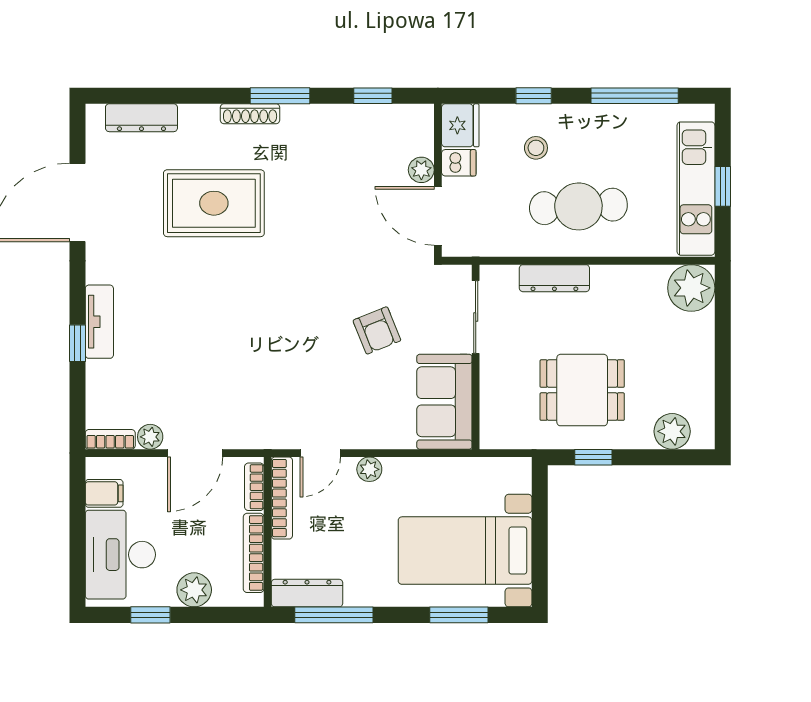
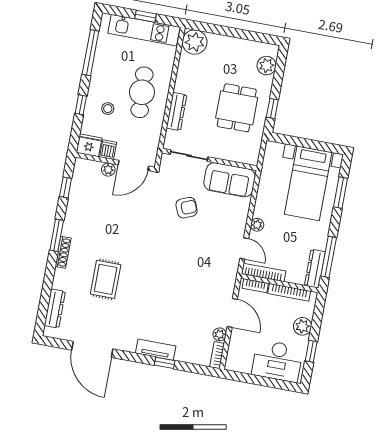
rug: (214, 203) -> (106, 279), width x0.73, depth x0.70
filing cabinet: (104, 493) -> (244, 363), removed

